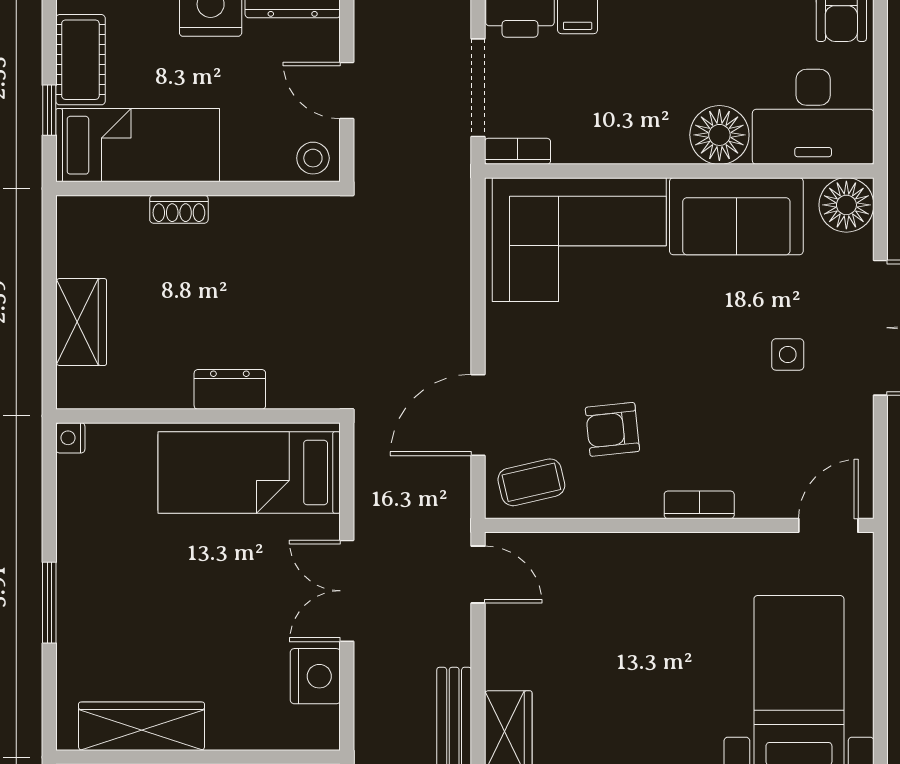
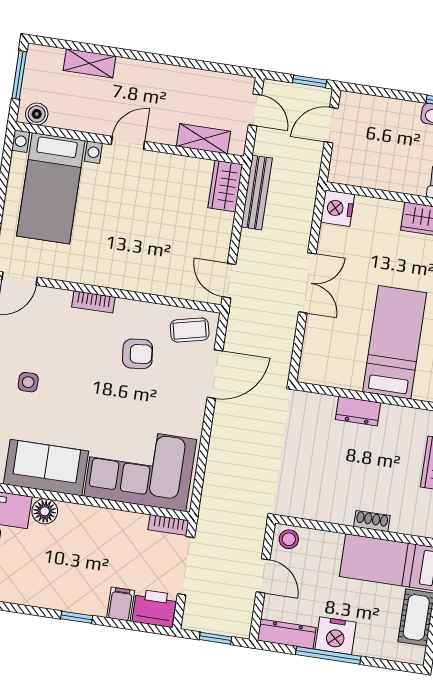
floor lamp: (719, 135) -> (45, 511), width x0.73, depth x0.73
bed: (249, 472) -> (395, 342), moved, turned -90
nightstand: (315, 676) -> (338, 208), moved

